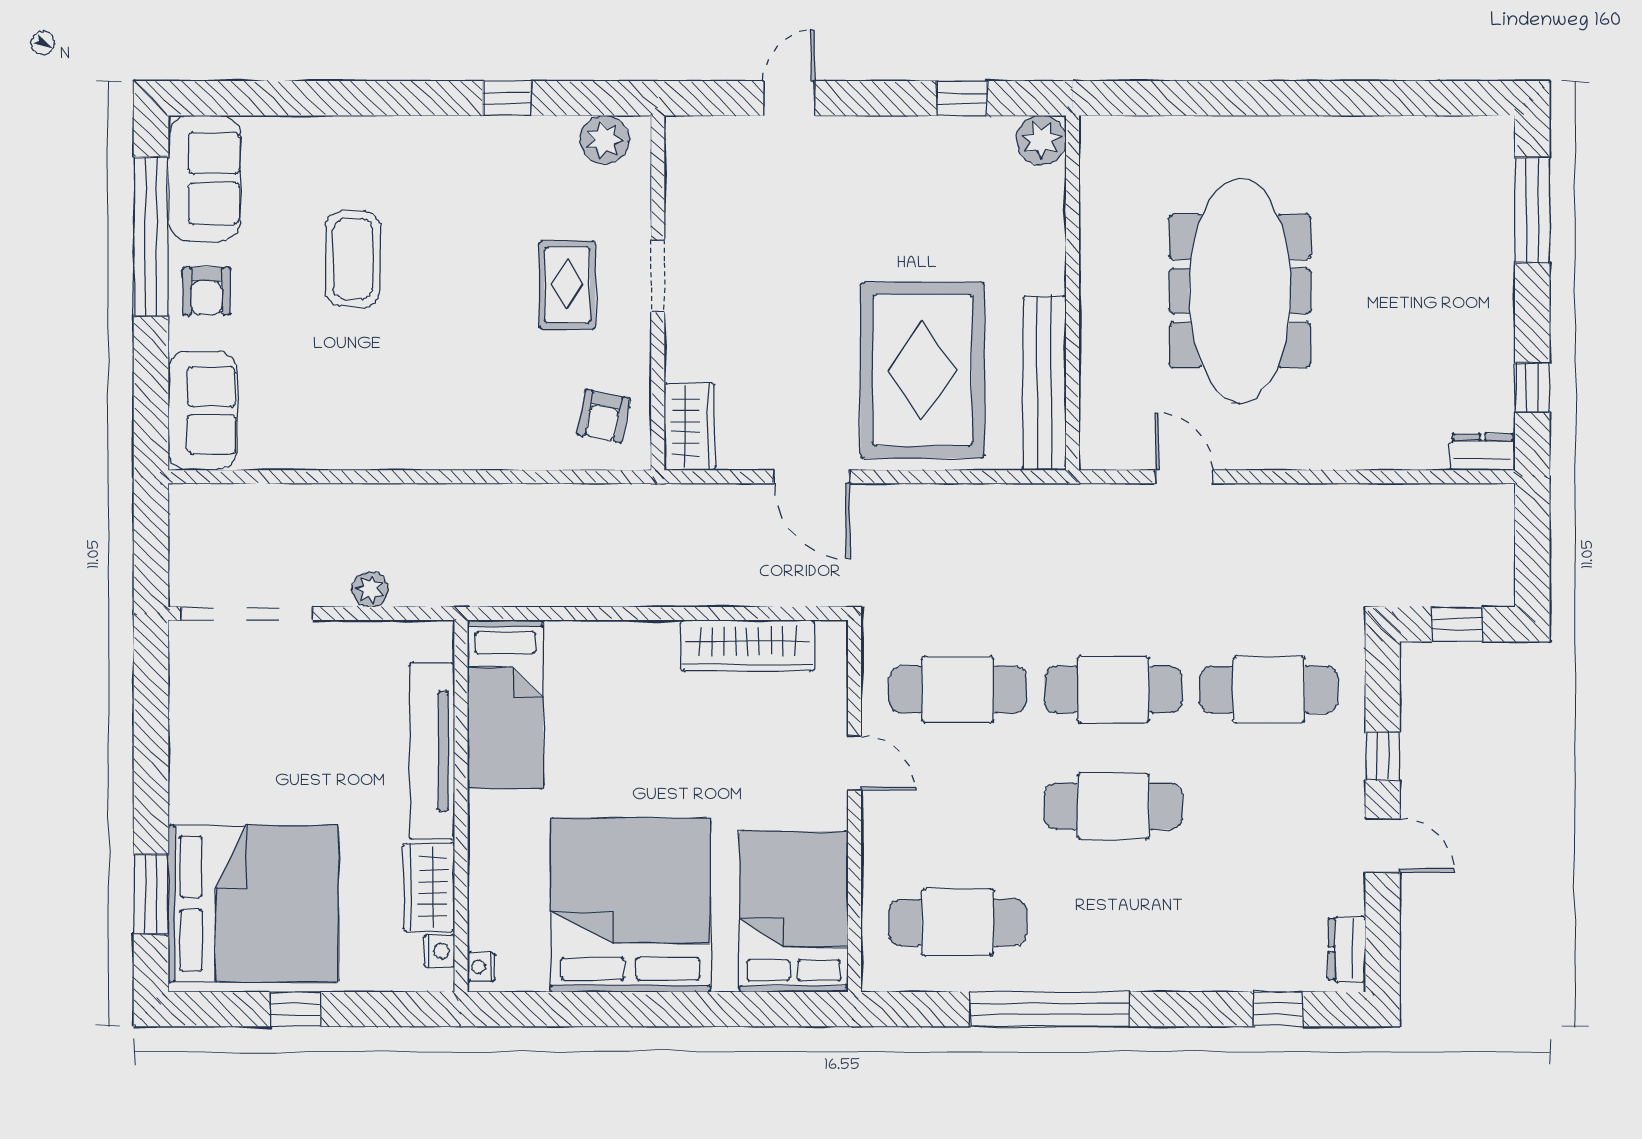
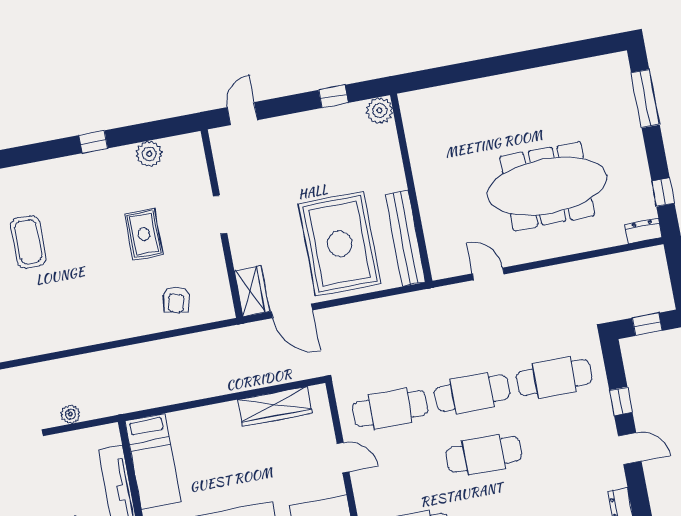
doorway: (658, 276) -> (220, 215), moved
meeting table: (1240, 291) -> (547, 186), moved, turned 90
wall: (658, 293) -> (222, 224), moved
wardrobe: (690, 427) -> (252, 291), moved

